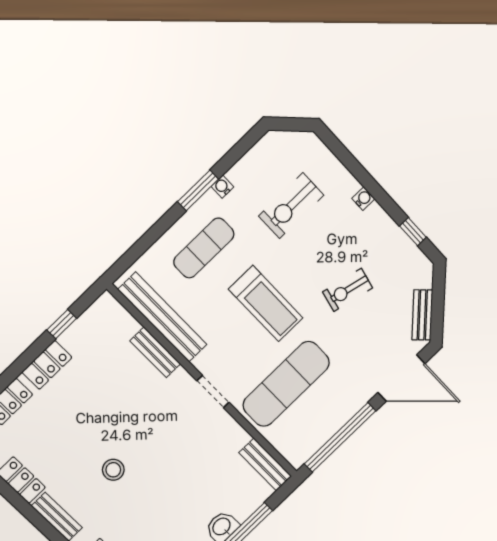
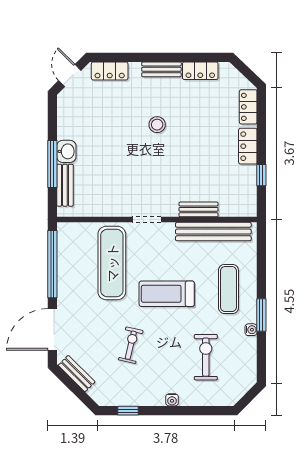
bench: (265, 465) -> (65, 185), moved, turned 90

